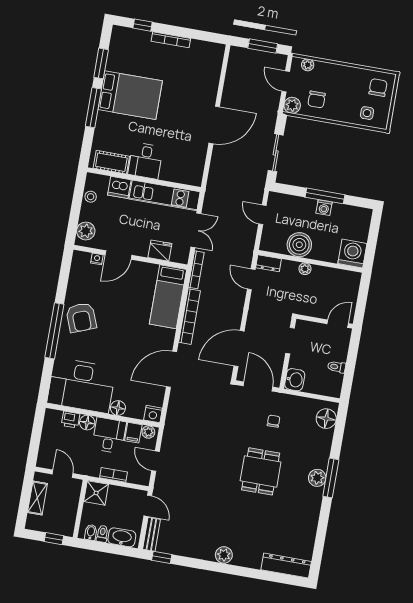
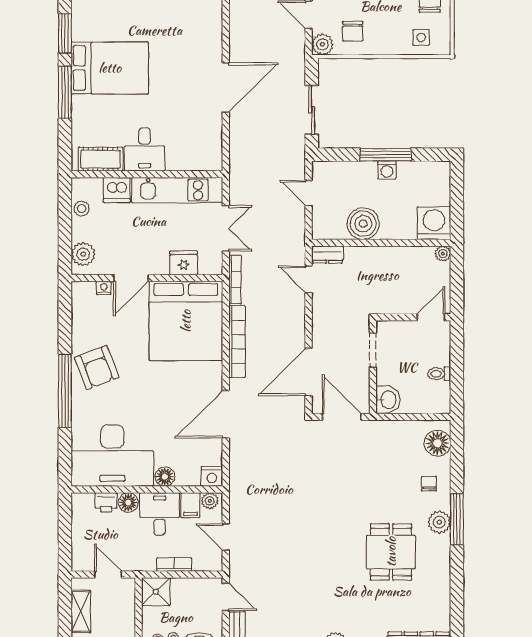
plant: (305, 269) -> (443, 254), moved
bed: (168, 297) -> (186, 321), width x2.04
chair: (274, 421) -> (429, 484), moved
dining table: (261, 471) -> (391, 552), moved

